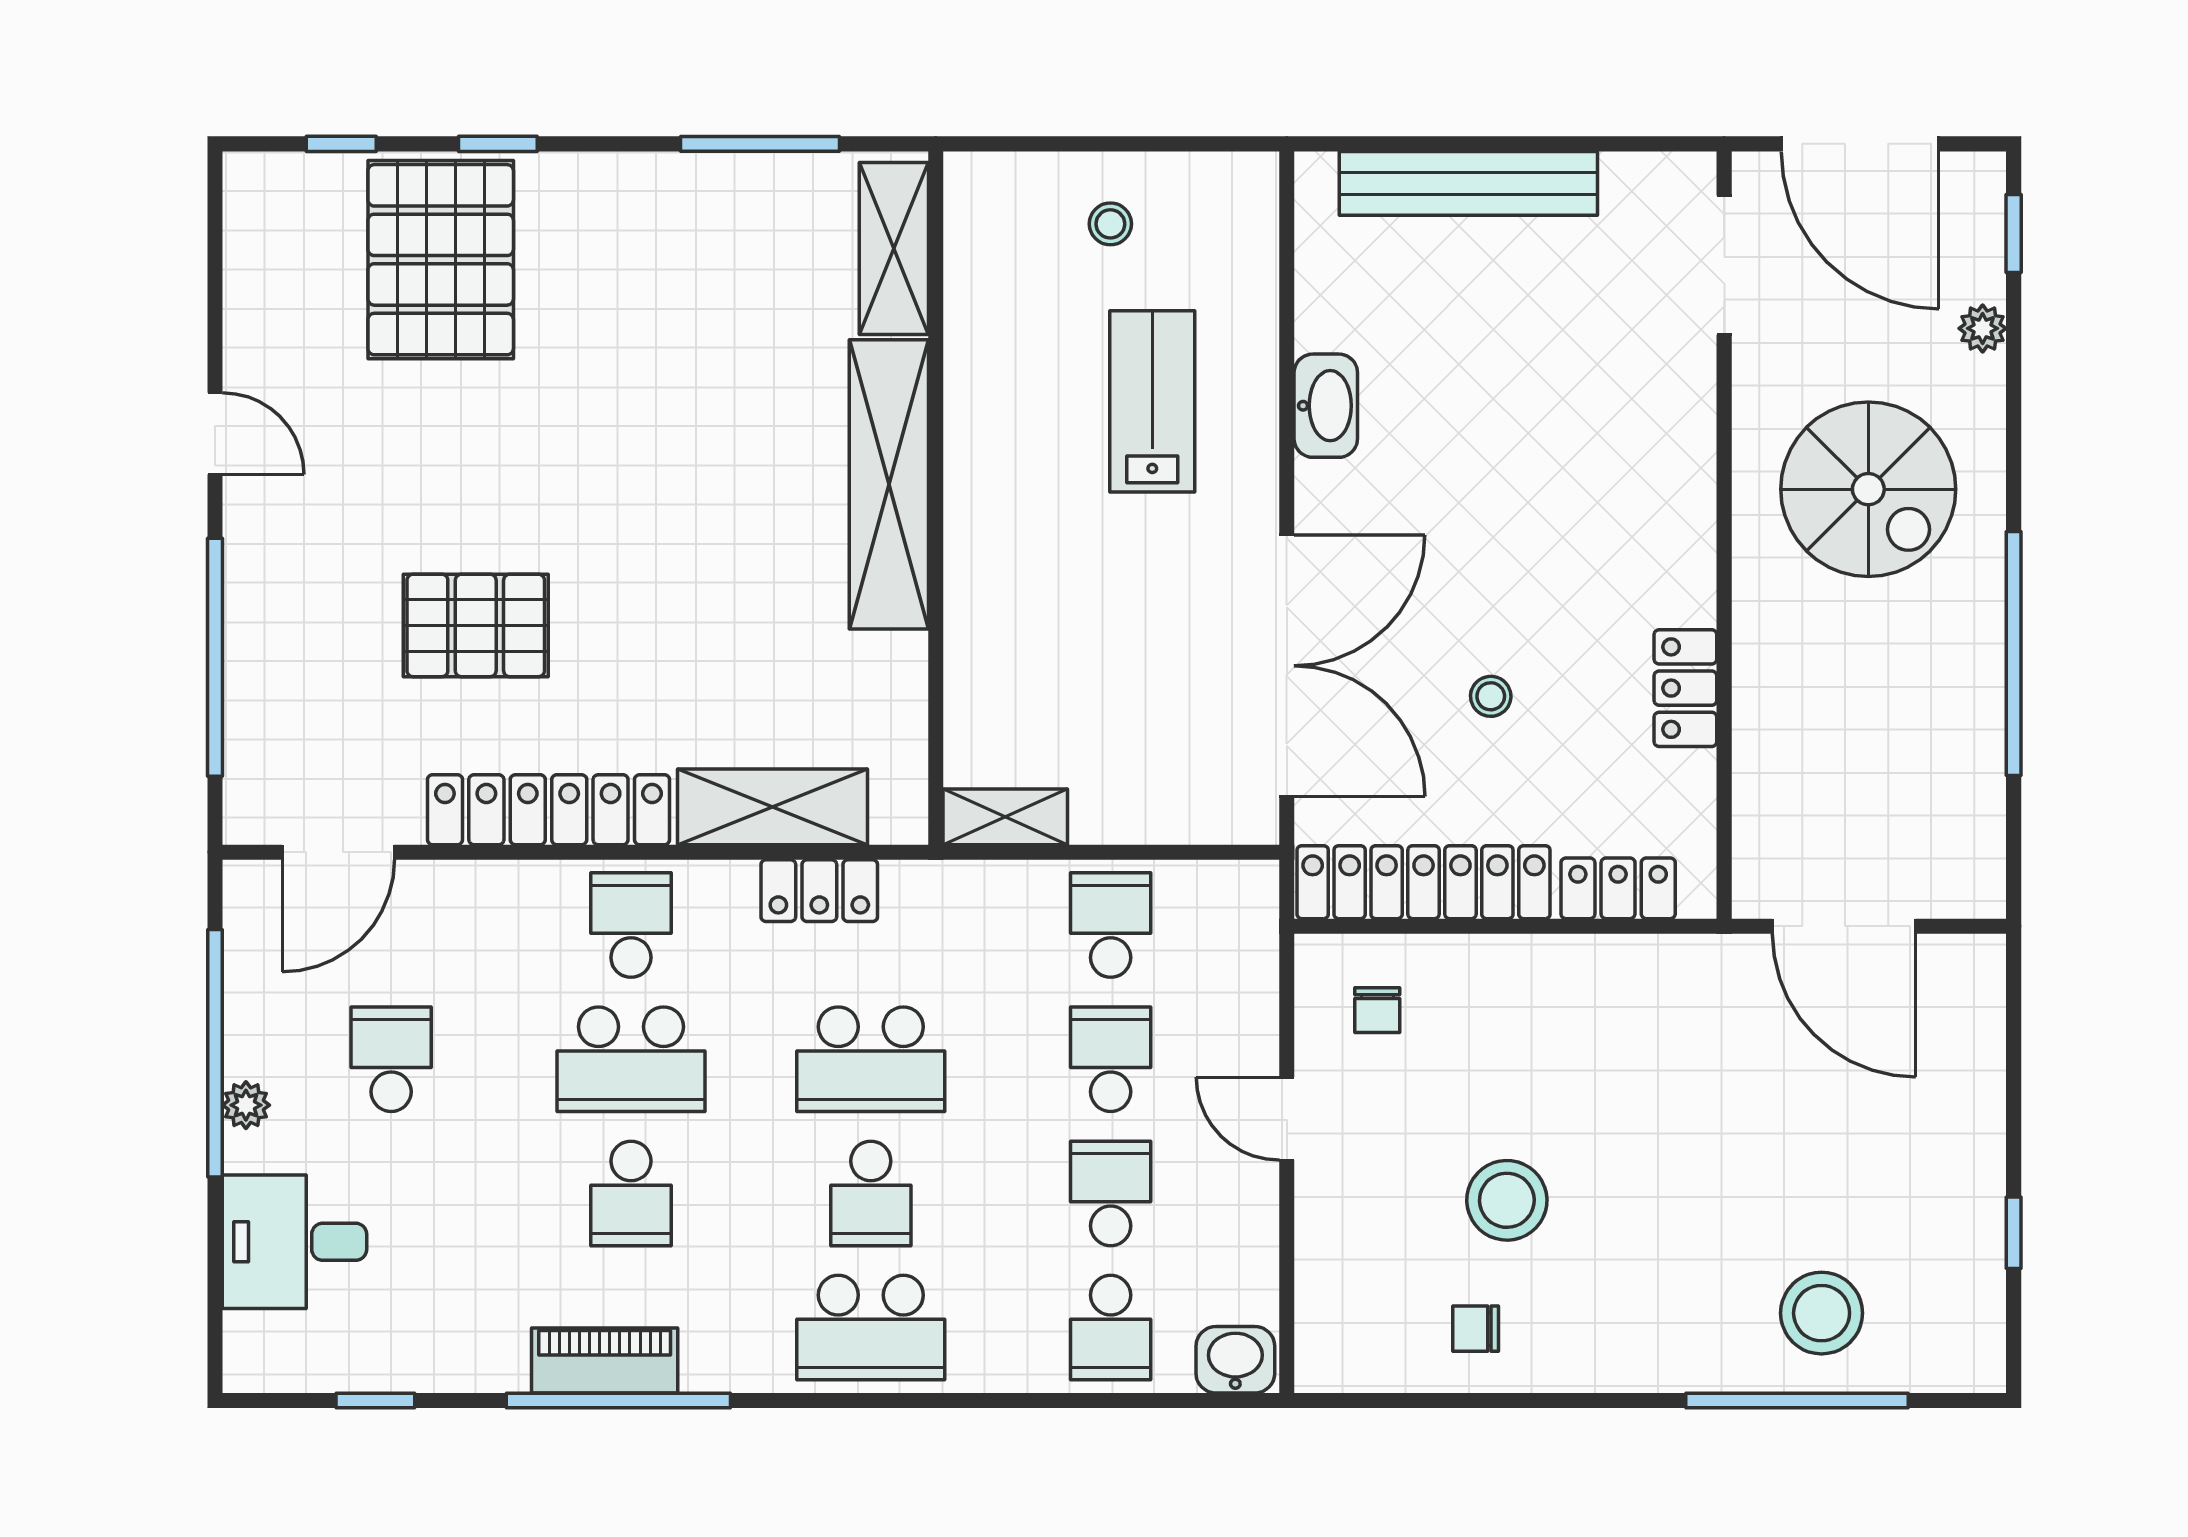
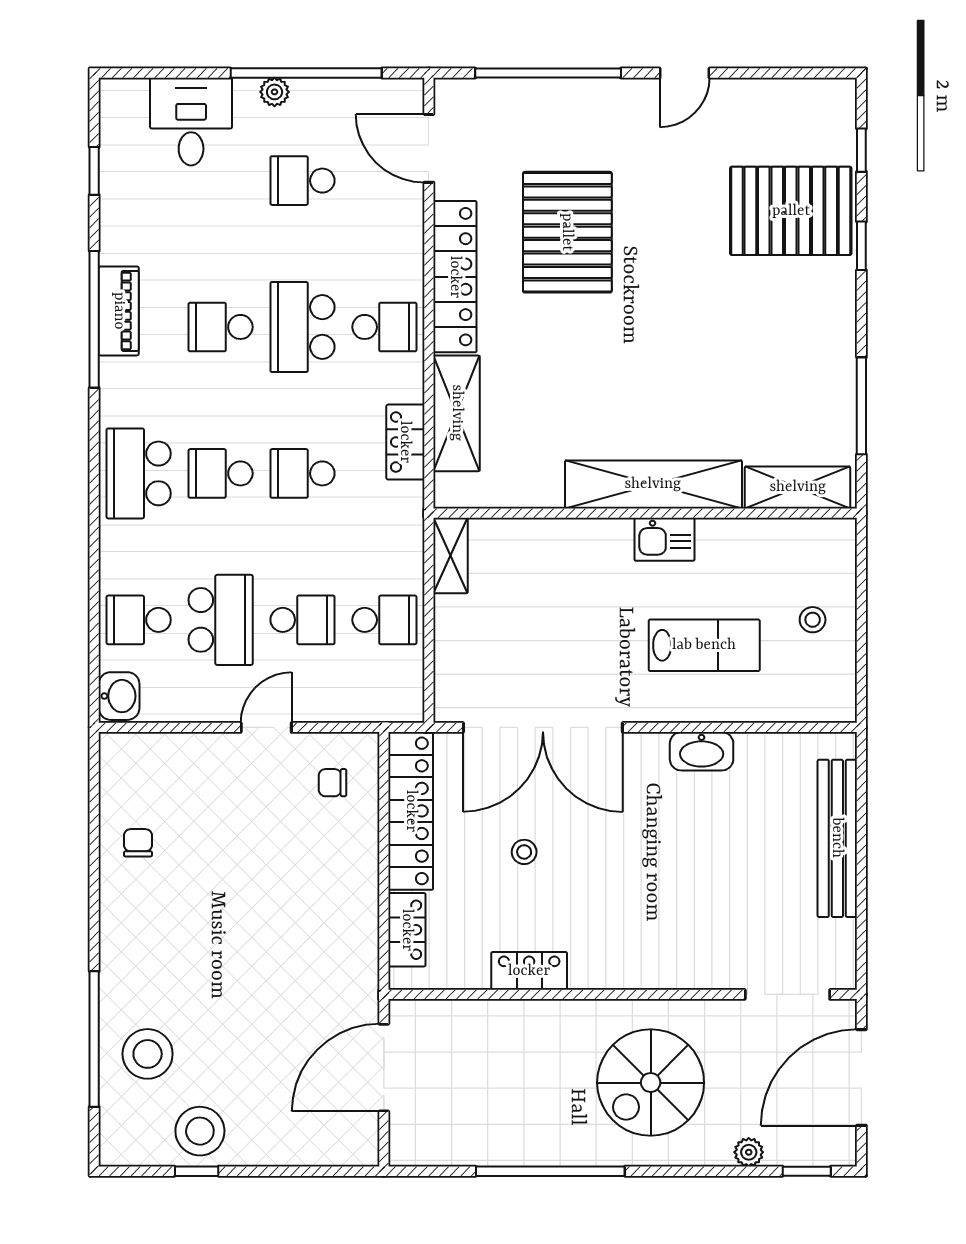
kitchen sink: (979, 466) -> (665, 539), added
pallet: (476, 625) -> (567, 232), width x1.37, depth x1.41
school desk: (391, 1059) -> (303, 181), turned 180
school desk: (871, 1059) -> (303, 473), width x0.54
school desk: (1111, 1193) -> (221, 620), width x1.85
stool: (1507, 1200) -> (200, 1131), moved

